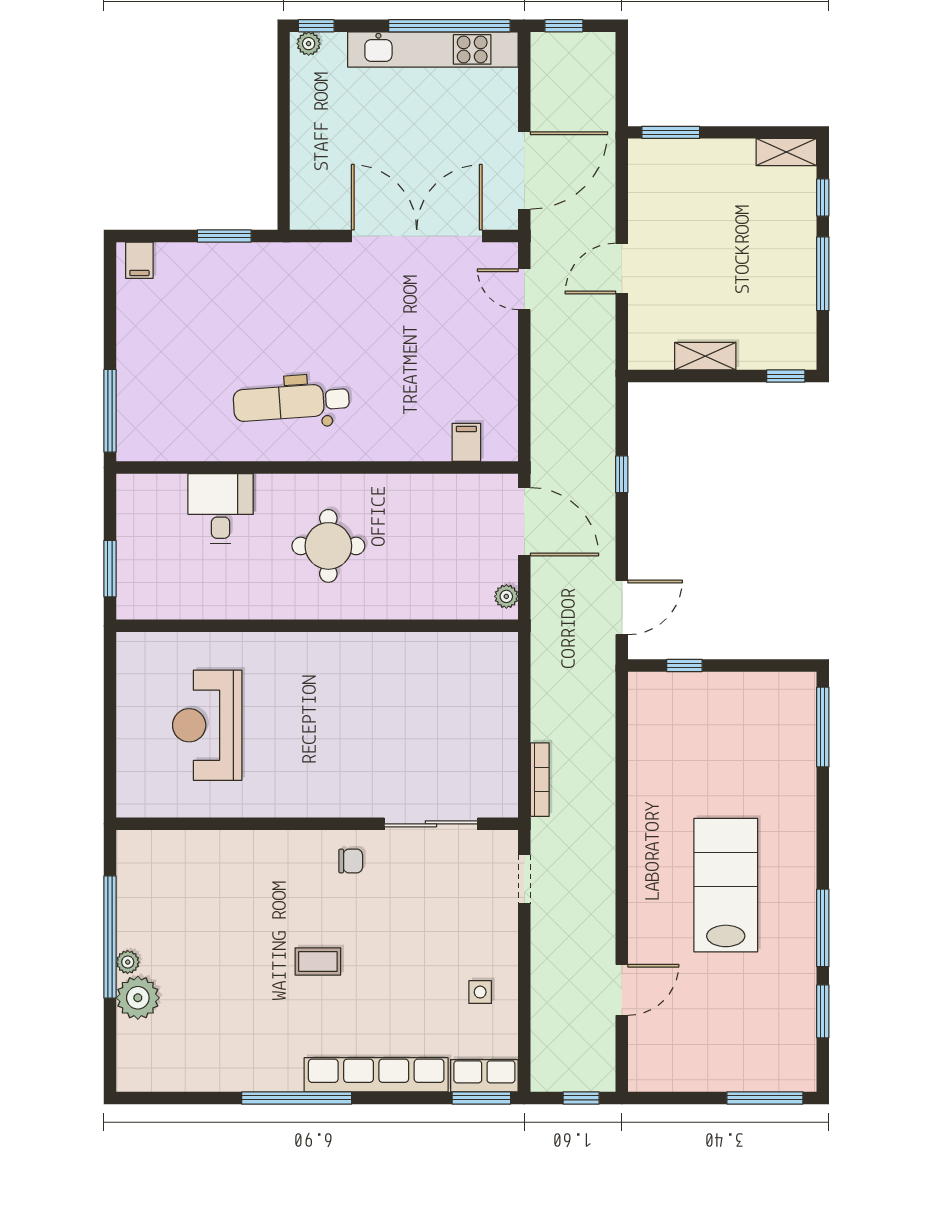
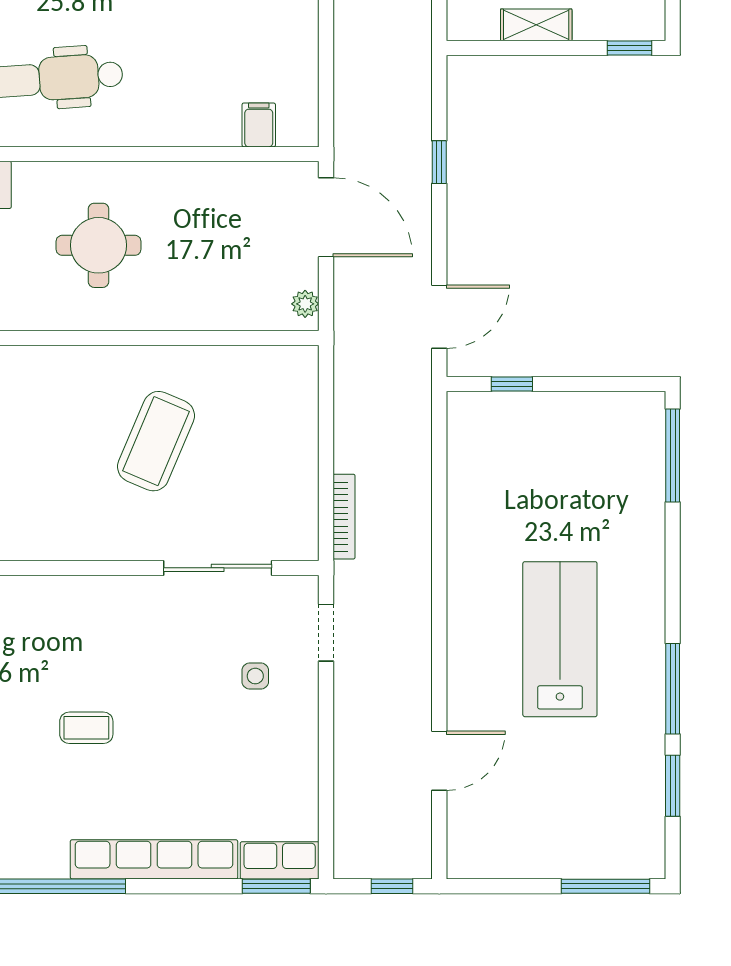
coffee table: (378, 715) -> (156, 441), added
chair: (351, 861) -> (124, 611), removed
side table: (480, 992) -> (255, 676), moved

